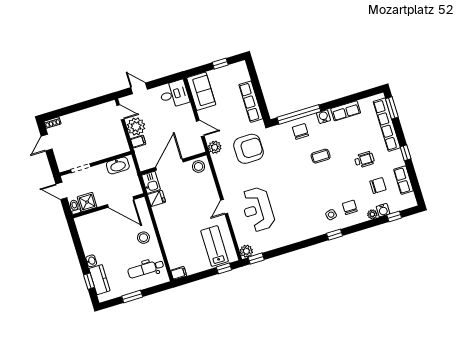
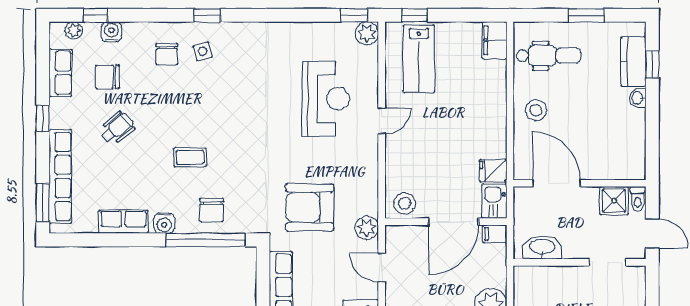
filing cabinet: (138, 141) -> (495, 234), moved
wheelchair: (364, 160) -> (117, 128), turned 140
plant: (372, 214) -> (74, 30), moved
filing cabinet: (179, 273) -> (494, 40), width x2.00

